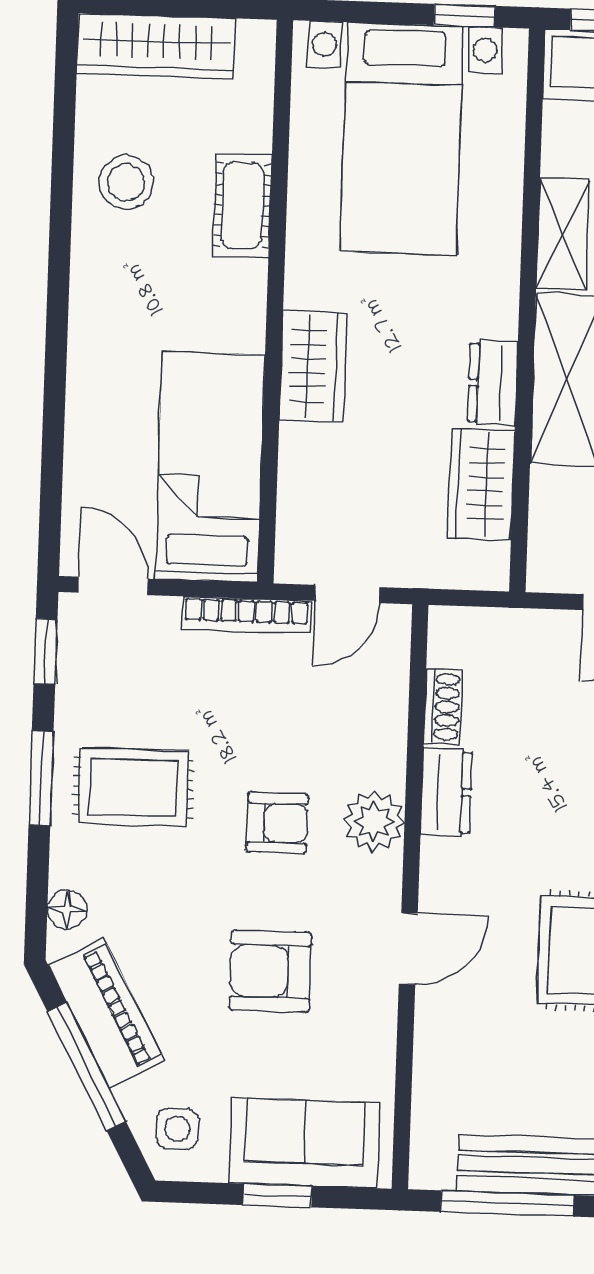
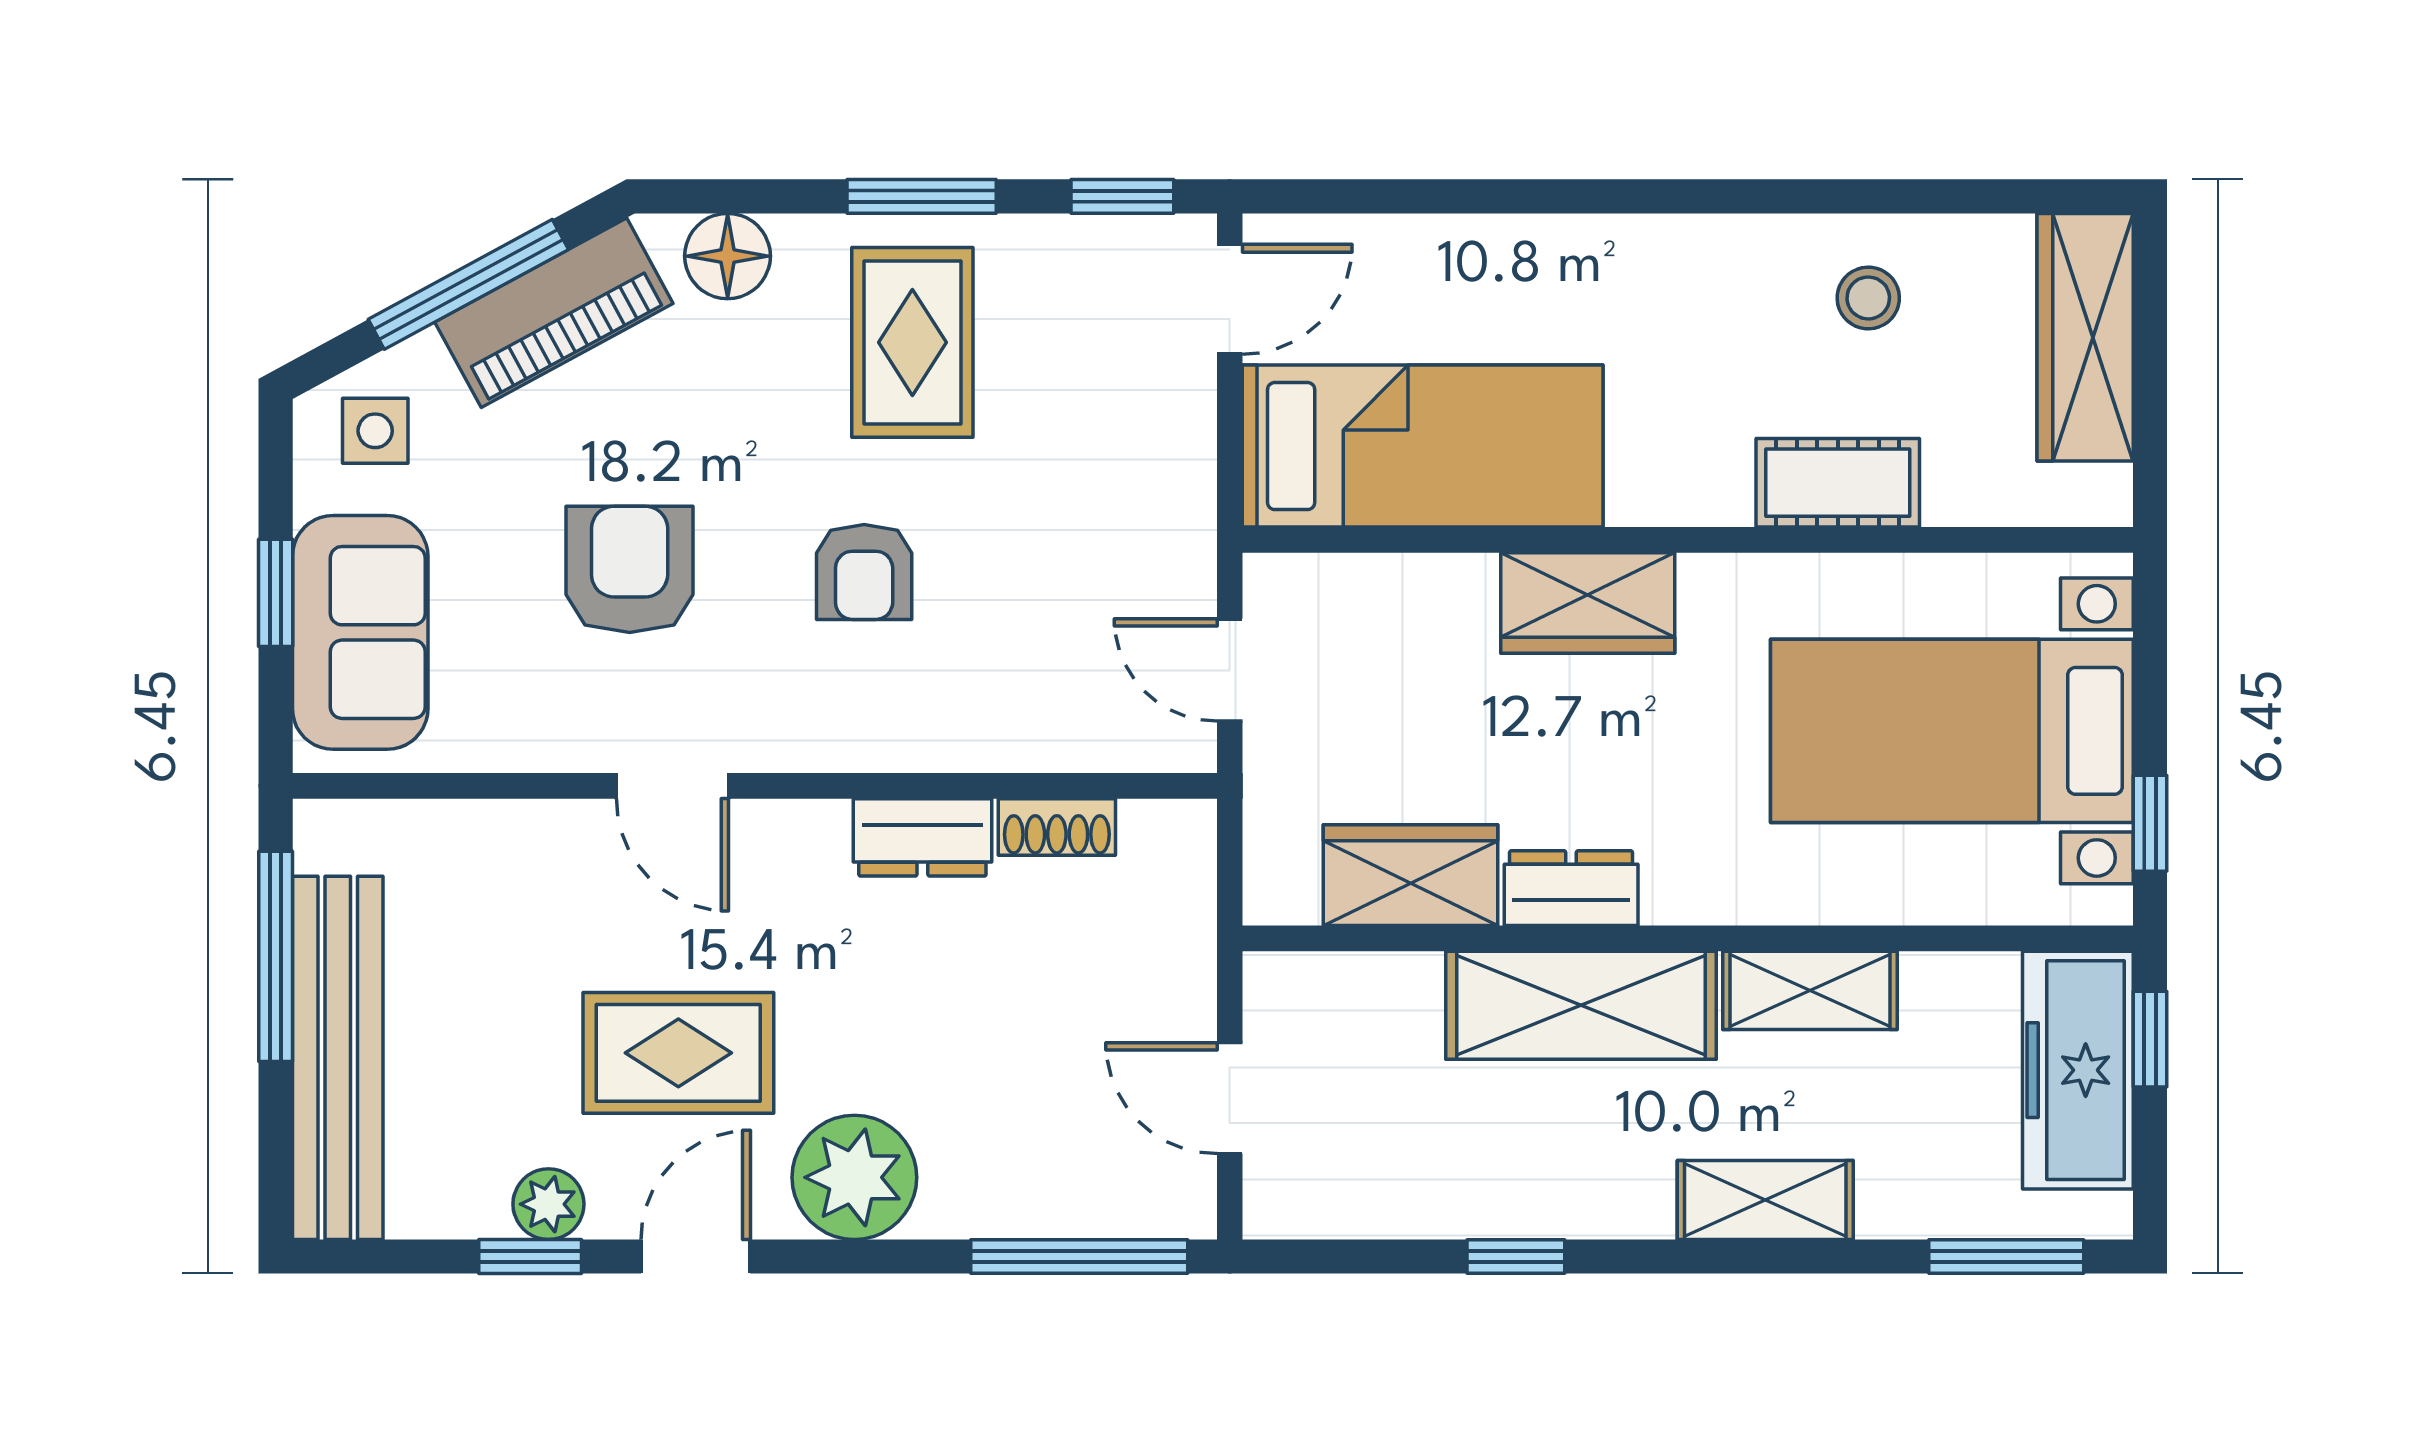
stool: (126, 182) -> (1868, 298), width x0.73, depth x0.73
bookcase: (247, 615) -> (1191, 512), removed
plant: (374, 821) -> (872, 725), removed
floor lamp: (67, 909) -> (728, 256), width x1.37, depth x1.37

